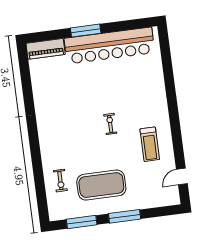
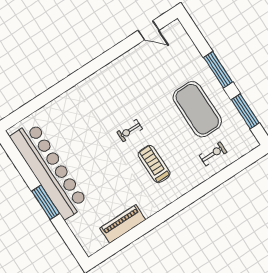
piano: (46, 49) -> (123, 224), moved, turned -90
treadmill: (150, 144) -> (154, 164), moved, turned -90

